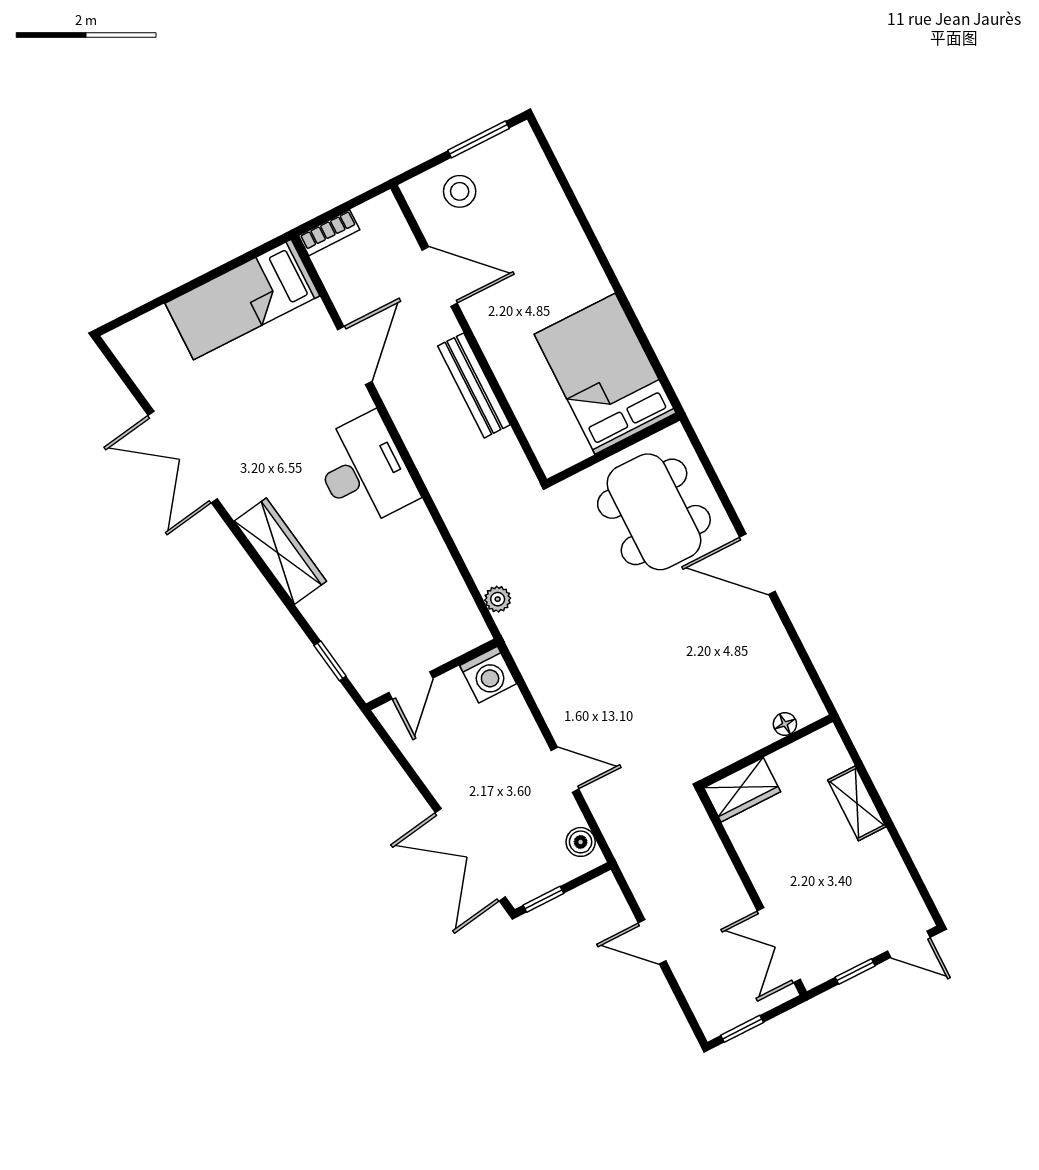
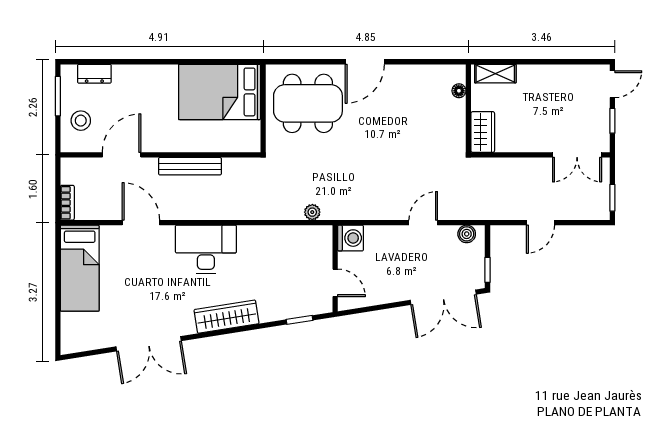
dresser: (538, 176) -> (94, 74), added
shelving: (857, 803) -> (495, 74), moved

